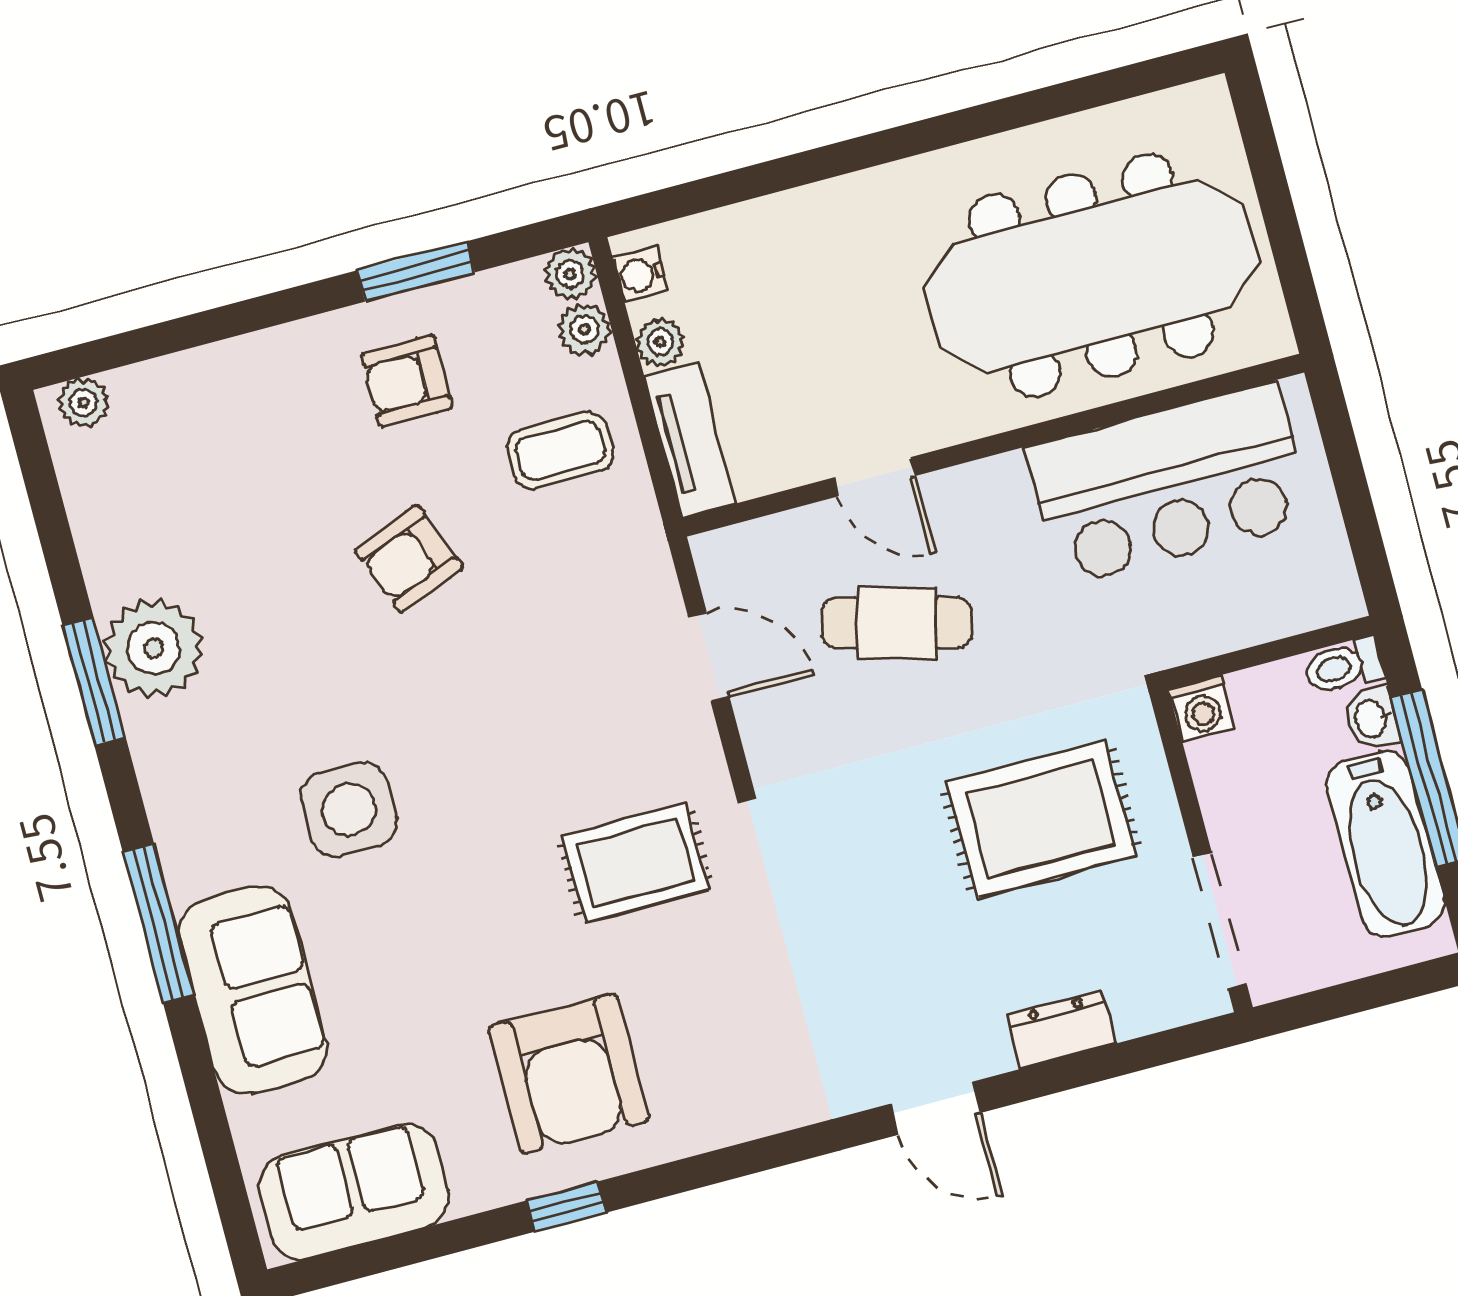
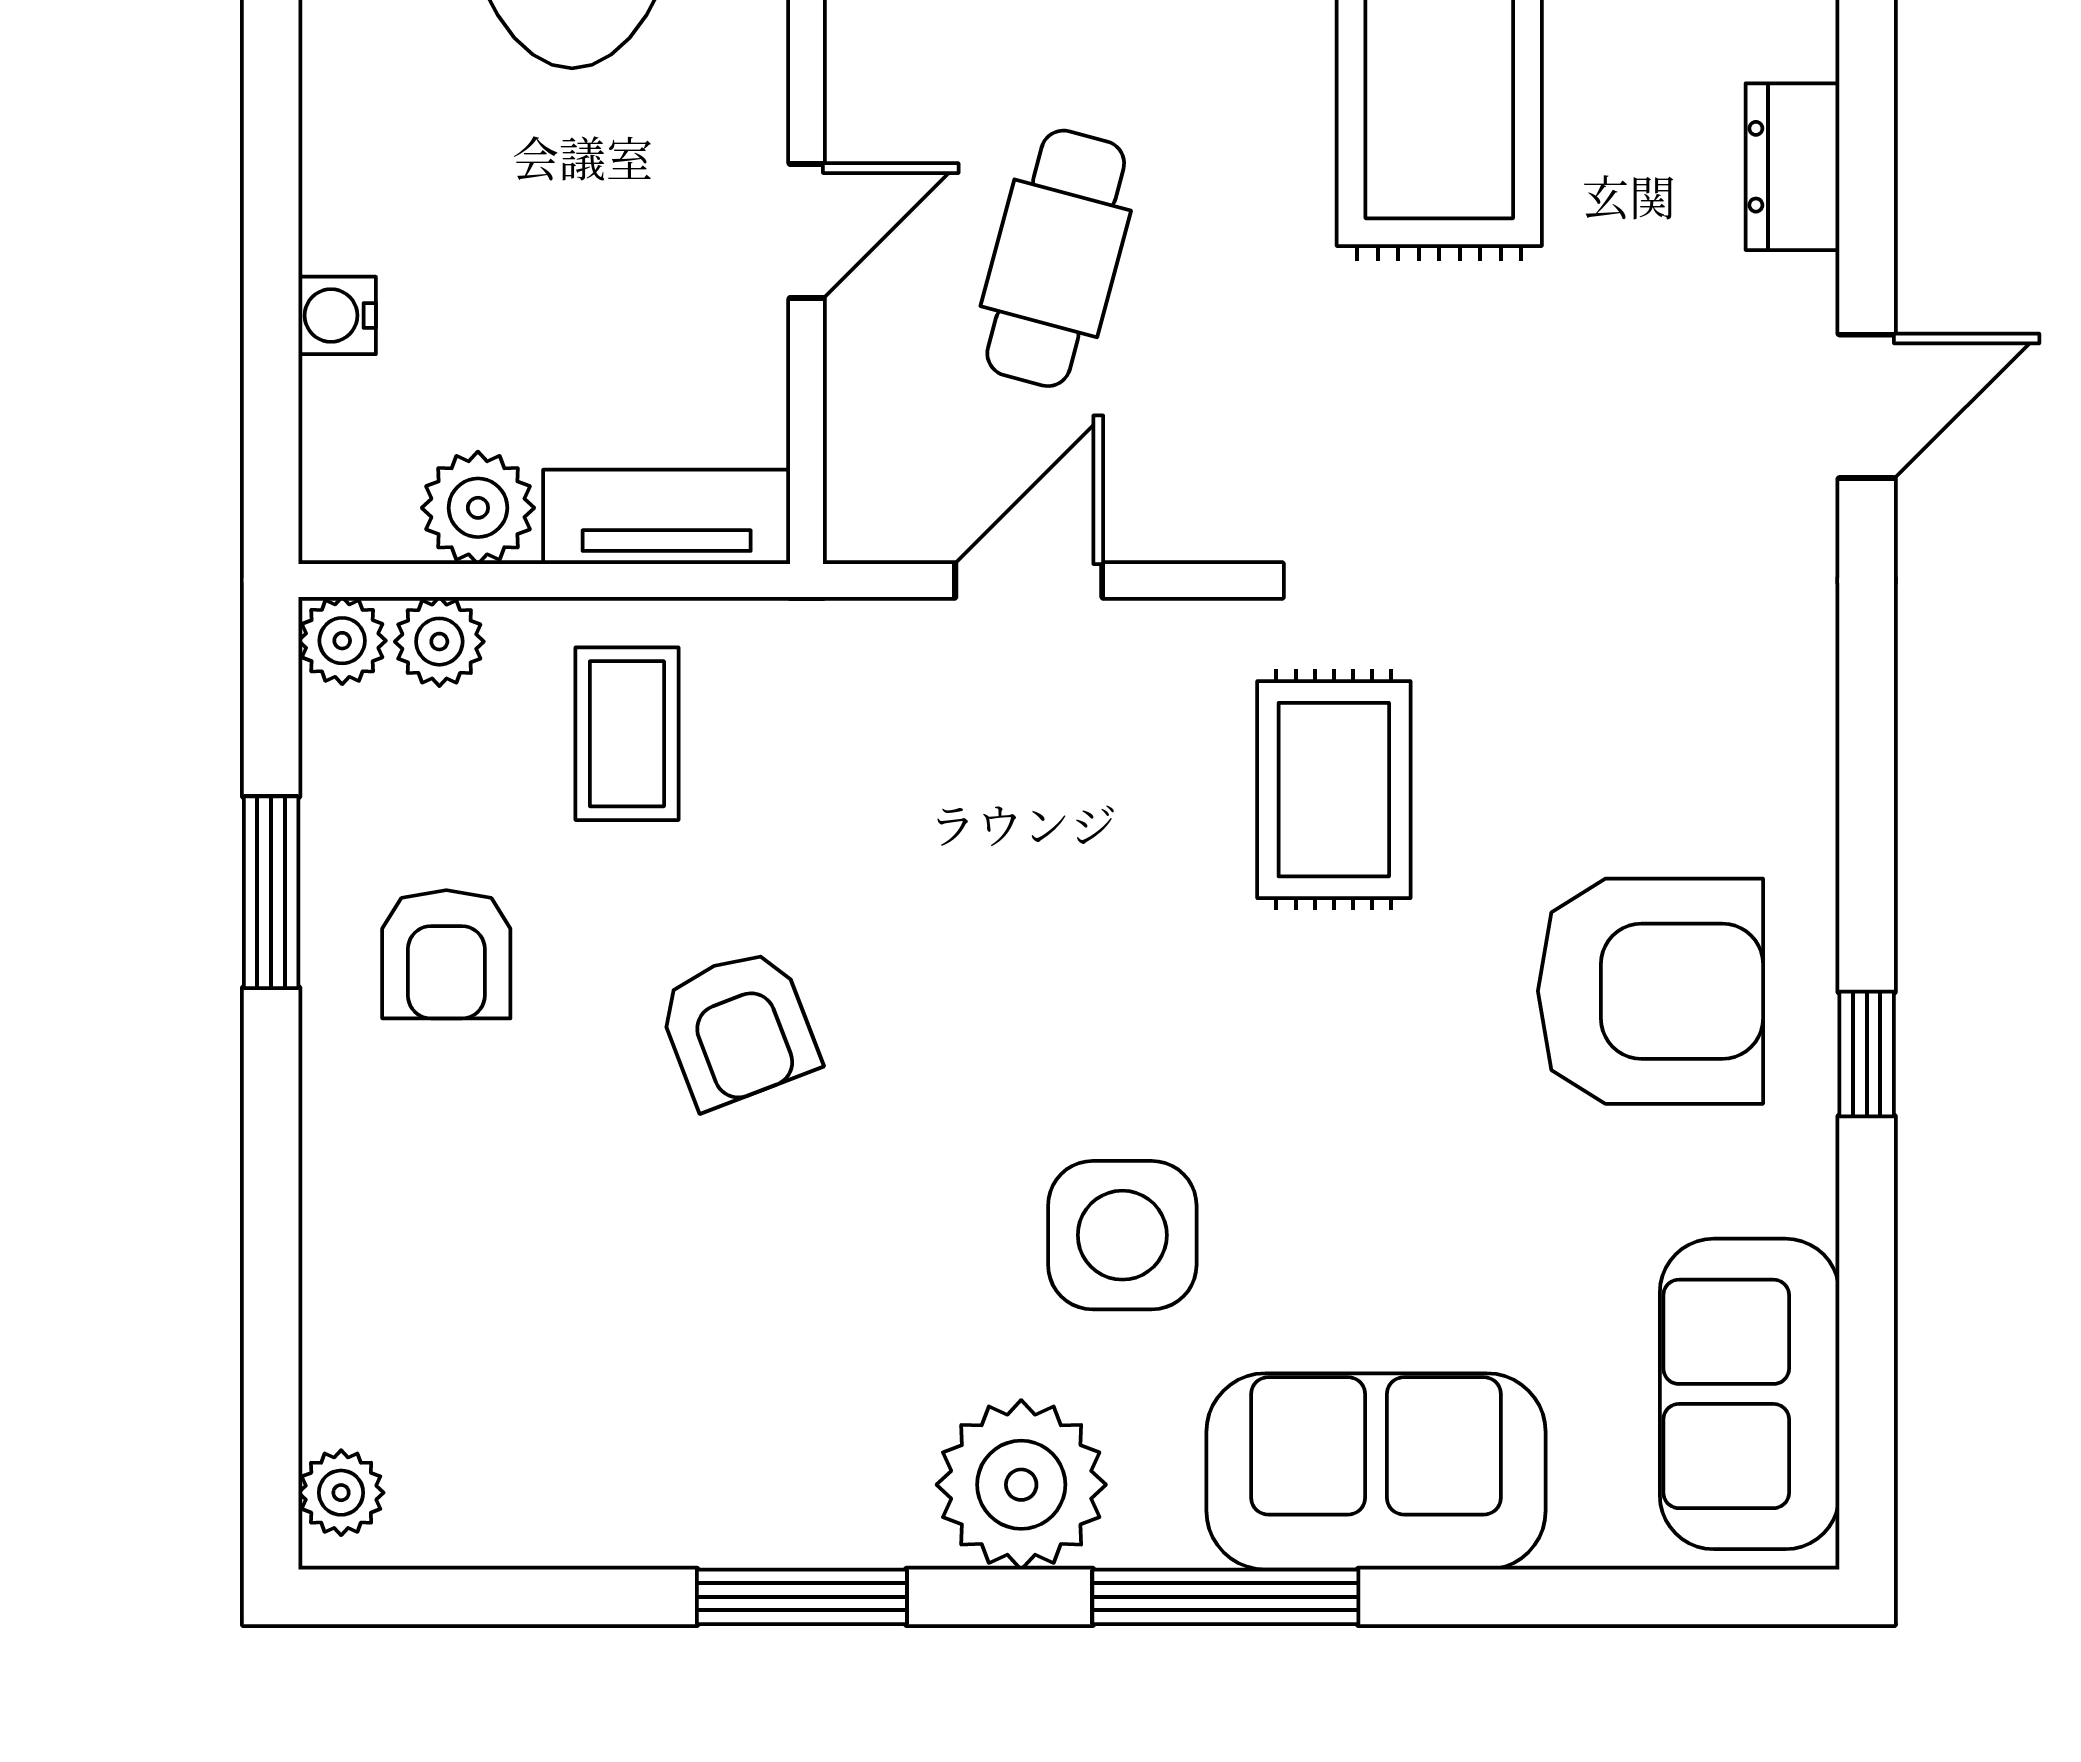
water cooler: (641, 275) -> (337, 315), moved, turned 90
plant: (660, 342) -> (478, 508), width x1.38, depth x1.38
plant: (154, 648) -> (1021, 1485), moved

